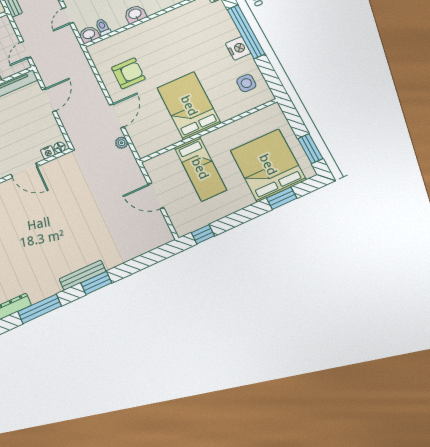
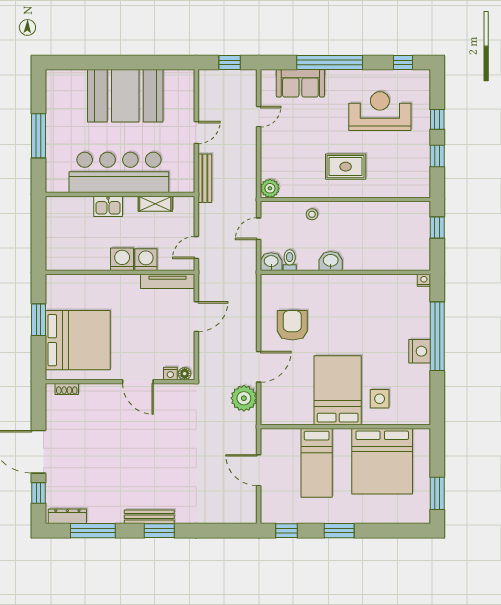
armchair: (128, 73) -> (292, 325), turned -90
side table: (246, 83) -> (380, 399), moved
plant: (122, 143) -> (244, 398), width x1.88, depth x1.88
bed: (268, 165) -> (382, 461), moved, turned 180
window: (282, 198) -> (339, 531), moved

